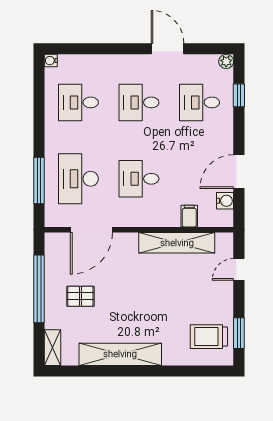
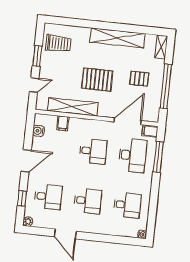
door: (239, 172) -> (26, 161), moved
filing cabinet: (56, 218) -> (150, 131), added
pallet: (144, 288) -> (97, 80), added
window: (239, 333) -> (37, 56), moved

